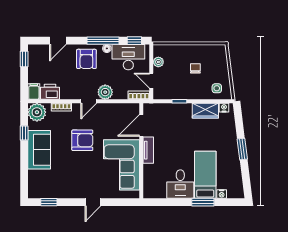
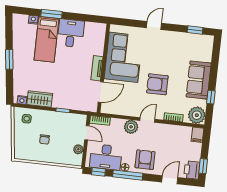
printer: (50, 92) -> (192, 170), moved, turned 90

